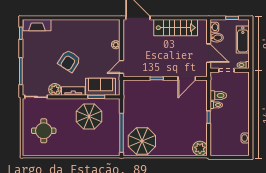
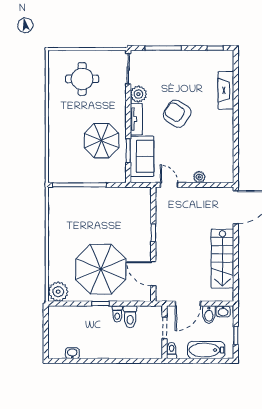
fireplace: (37, 25) -> (226, 90), moved
parasol: (142, 141) -> (101, 269), moved, width x1.36, depth x1.36

